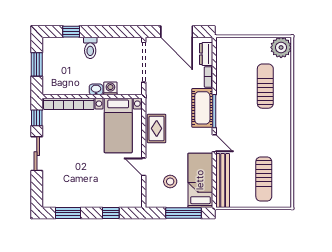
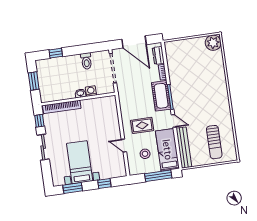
toilet: (90, 48) -> (86, 61), moved
sun lounger: (265, 86) -> (206, 73), removed
bed with nightstands: (118, 125) -> (80, 162), moved, turned 180
rug: (157, 128) -> (142, 125), moved, turned 90

